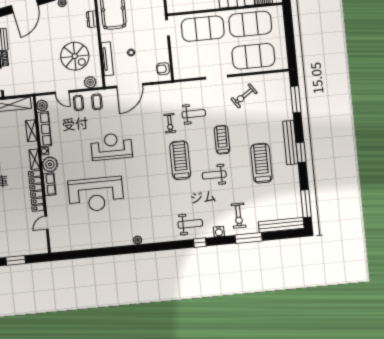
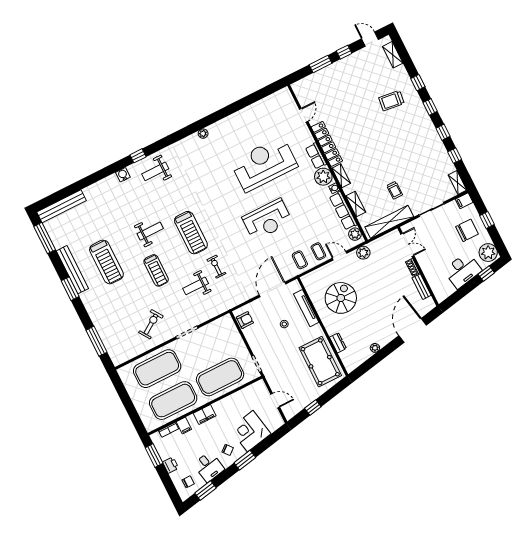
spiral stairs: (75, 56) -> (341, 298), turned 90
plant: (90, 82) -> (363, 253), moved
bench: (290, 143) -> (72, 270), moved
exercise bike: (239, 216) -> (109, 199), removed
window: (249, 238) -> (90, 180), removed

